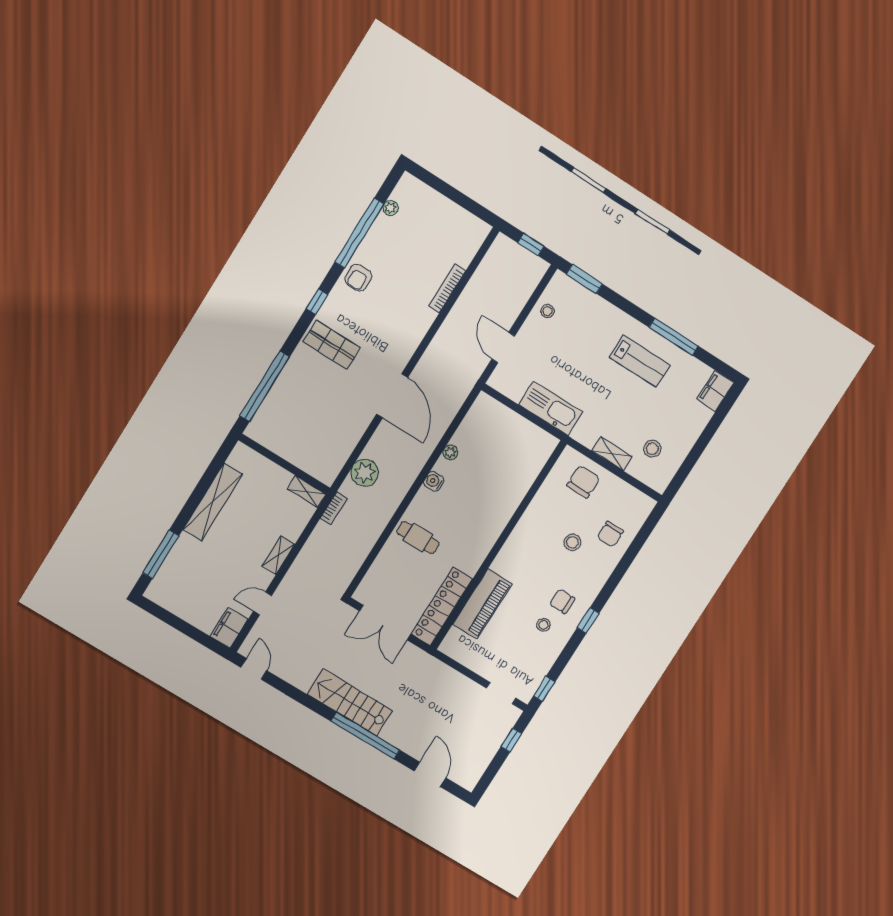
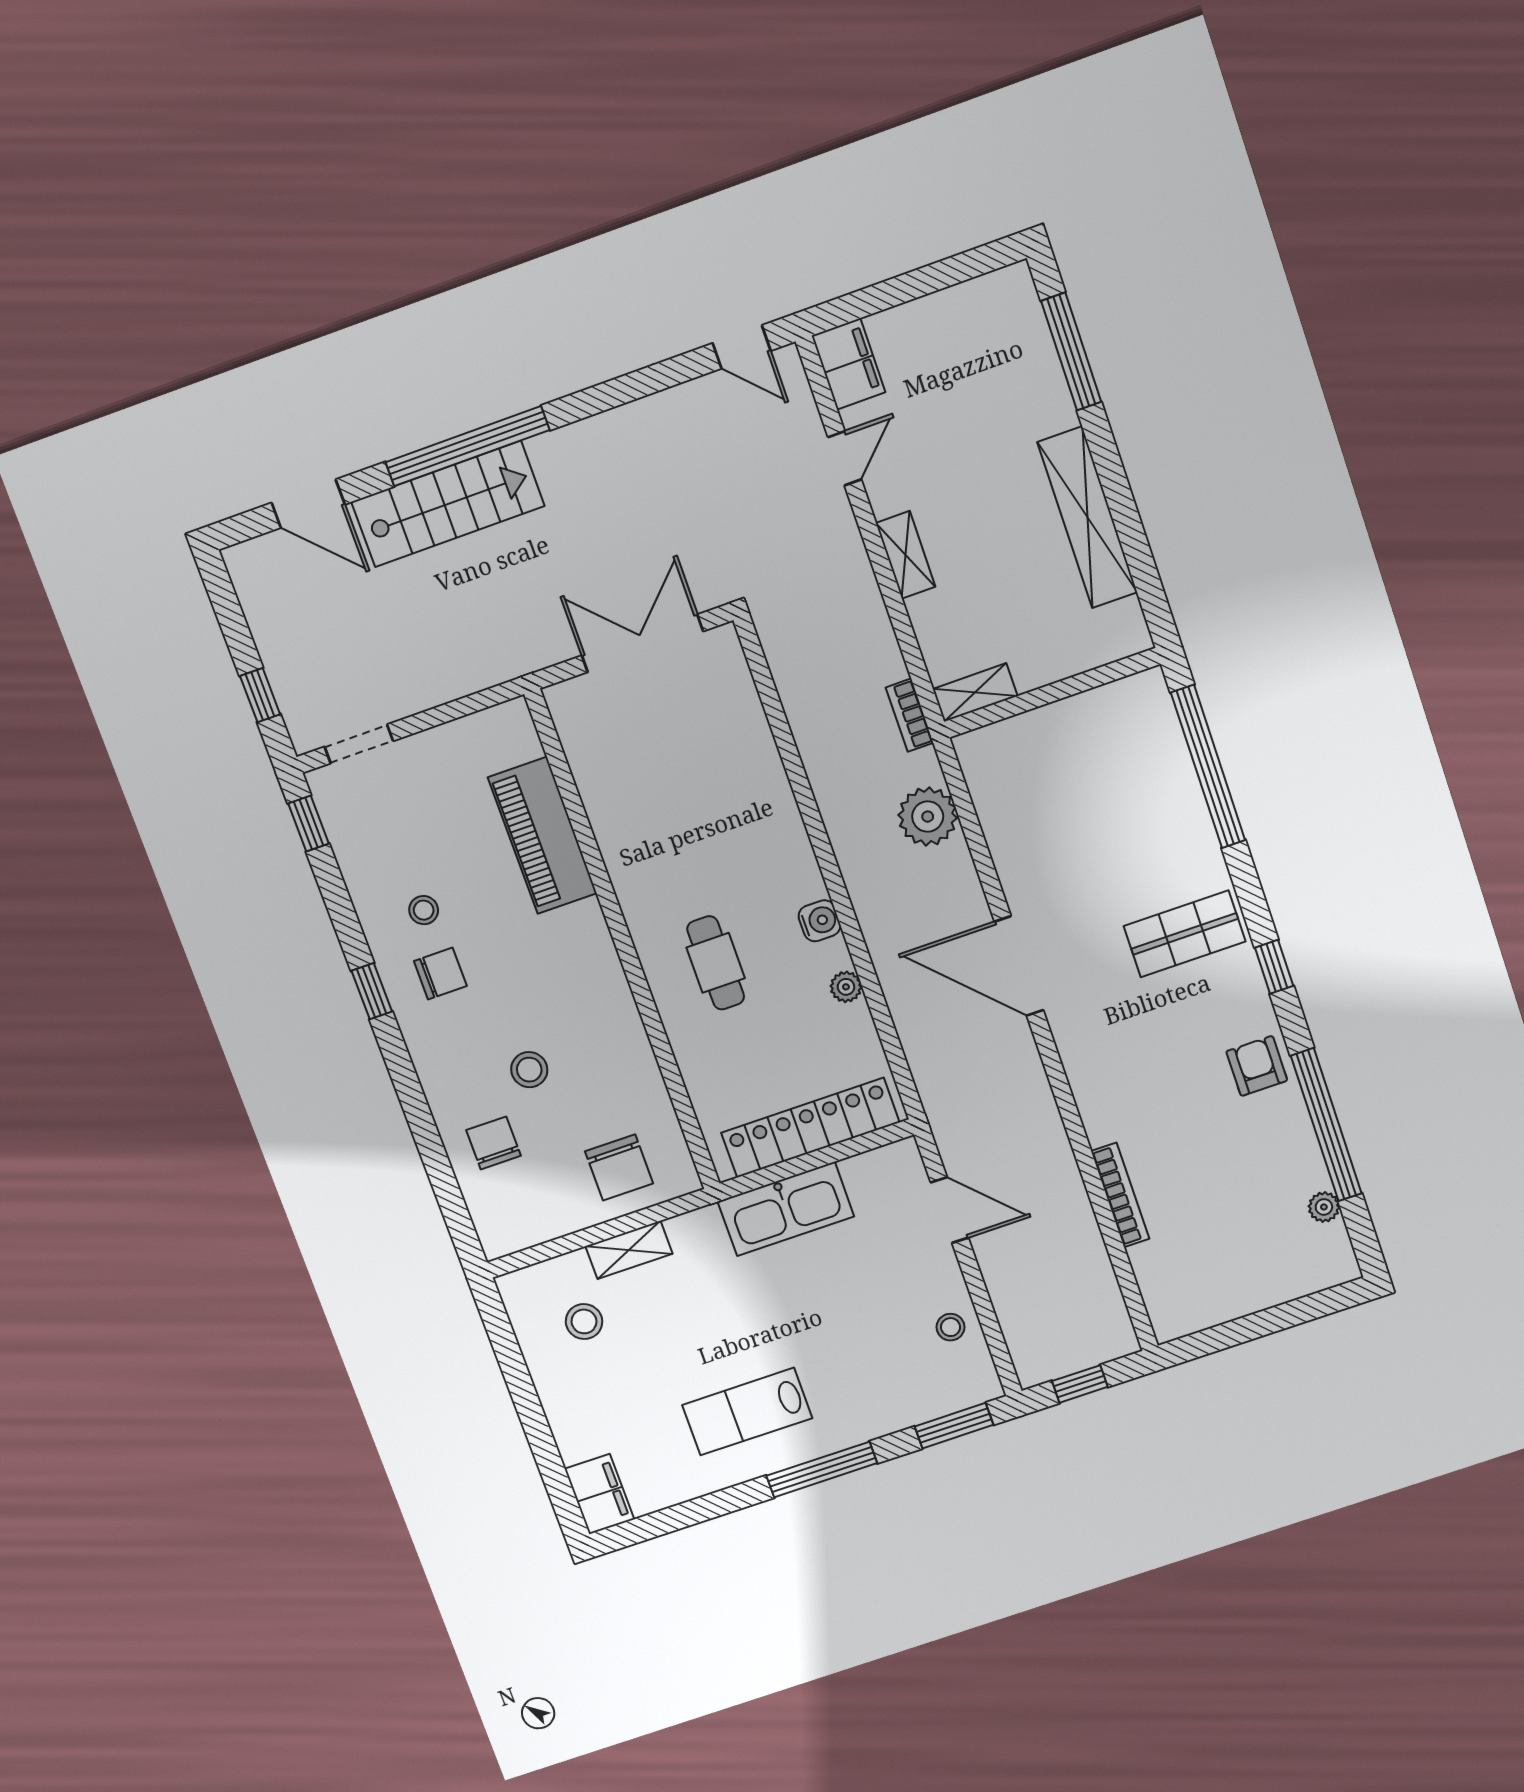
window: (674, 337) -> (822, 1469), moved
cafe table: (418, 538) -> (716, 963), moved, turned 90
locker: (442, 606) -> (810, 1128), moved, turned -90
stairs: (350, 702) -> (448, 504), moved

